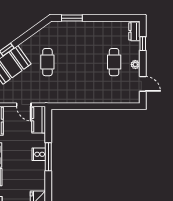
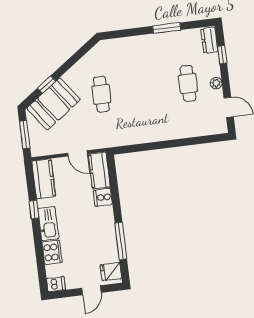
window: (72, 18) -> (167, 28), moved
cooker: (39, 154) -> (103, 197), moved
window: (48, 157) -> (121, 241), moved

